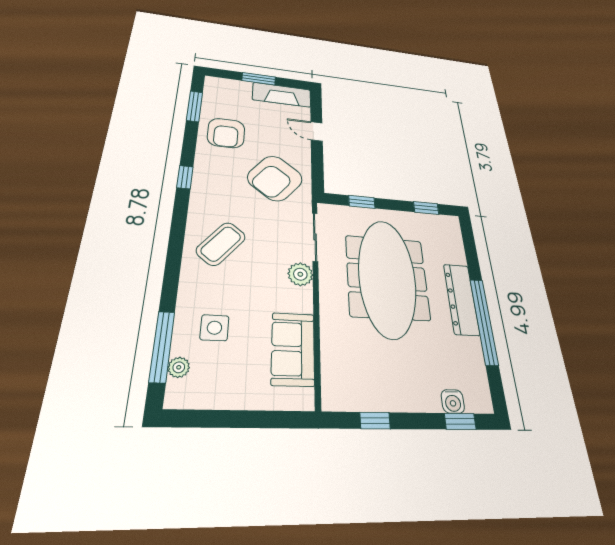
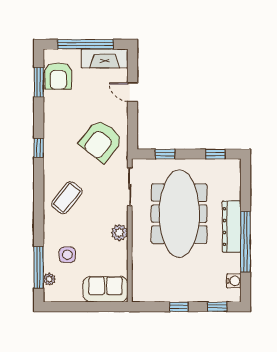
window: (259, 79) -> (85, 44), width x2.11
armchair: (226, 133) -> (58, 76), moved
plant: (300, 274) -> (119, 233), moved
sofa: (293, 349) -> (105, 289), moved, turned 90
water cooler: (453, 401) -> (234, 281), moved, turned -90
window: (375, 421) -> (179, 307), moved

